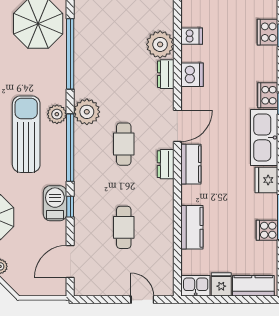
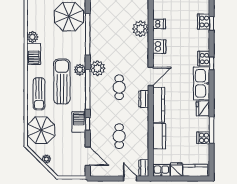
dresser: (166, 74) -> (144, 168), moved
kitchen counter: (191, 164) -> (159, 105), width x1.50
door: (70, 261) -> (88, 156), swing flipped

